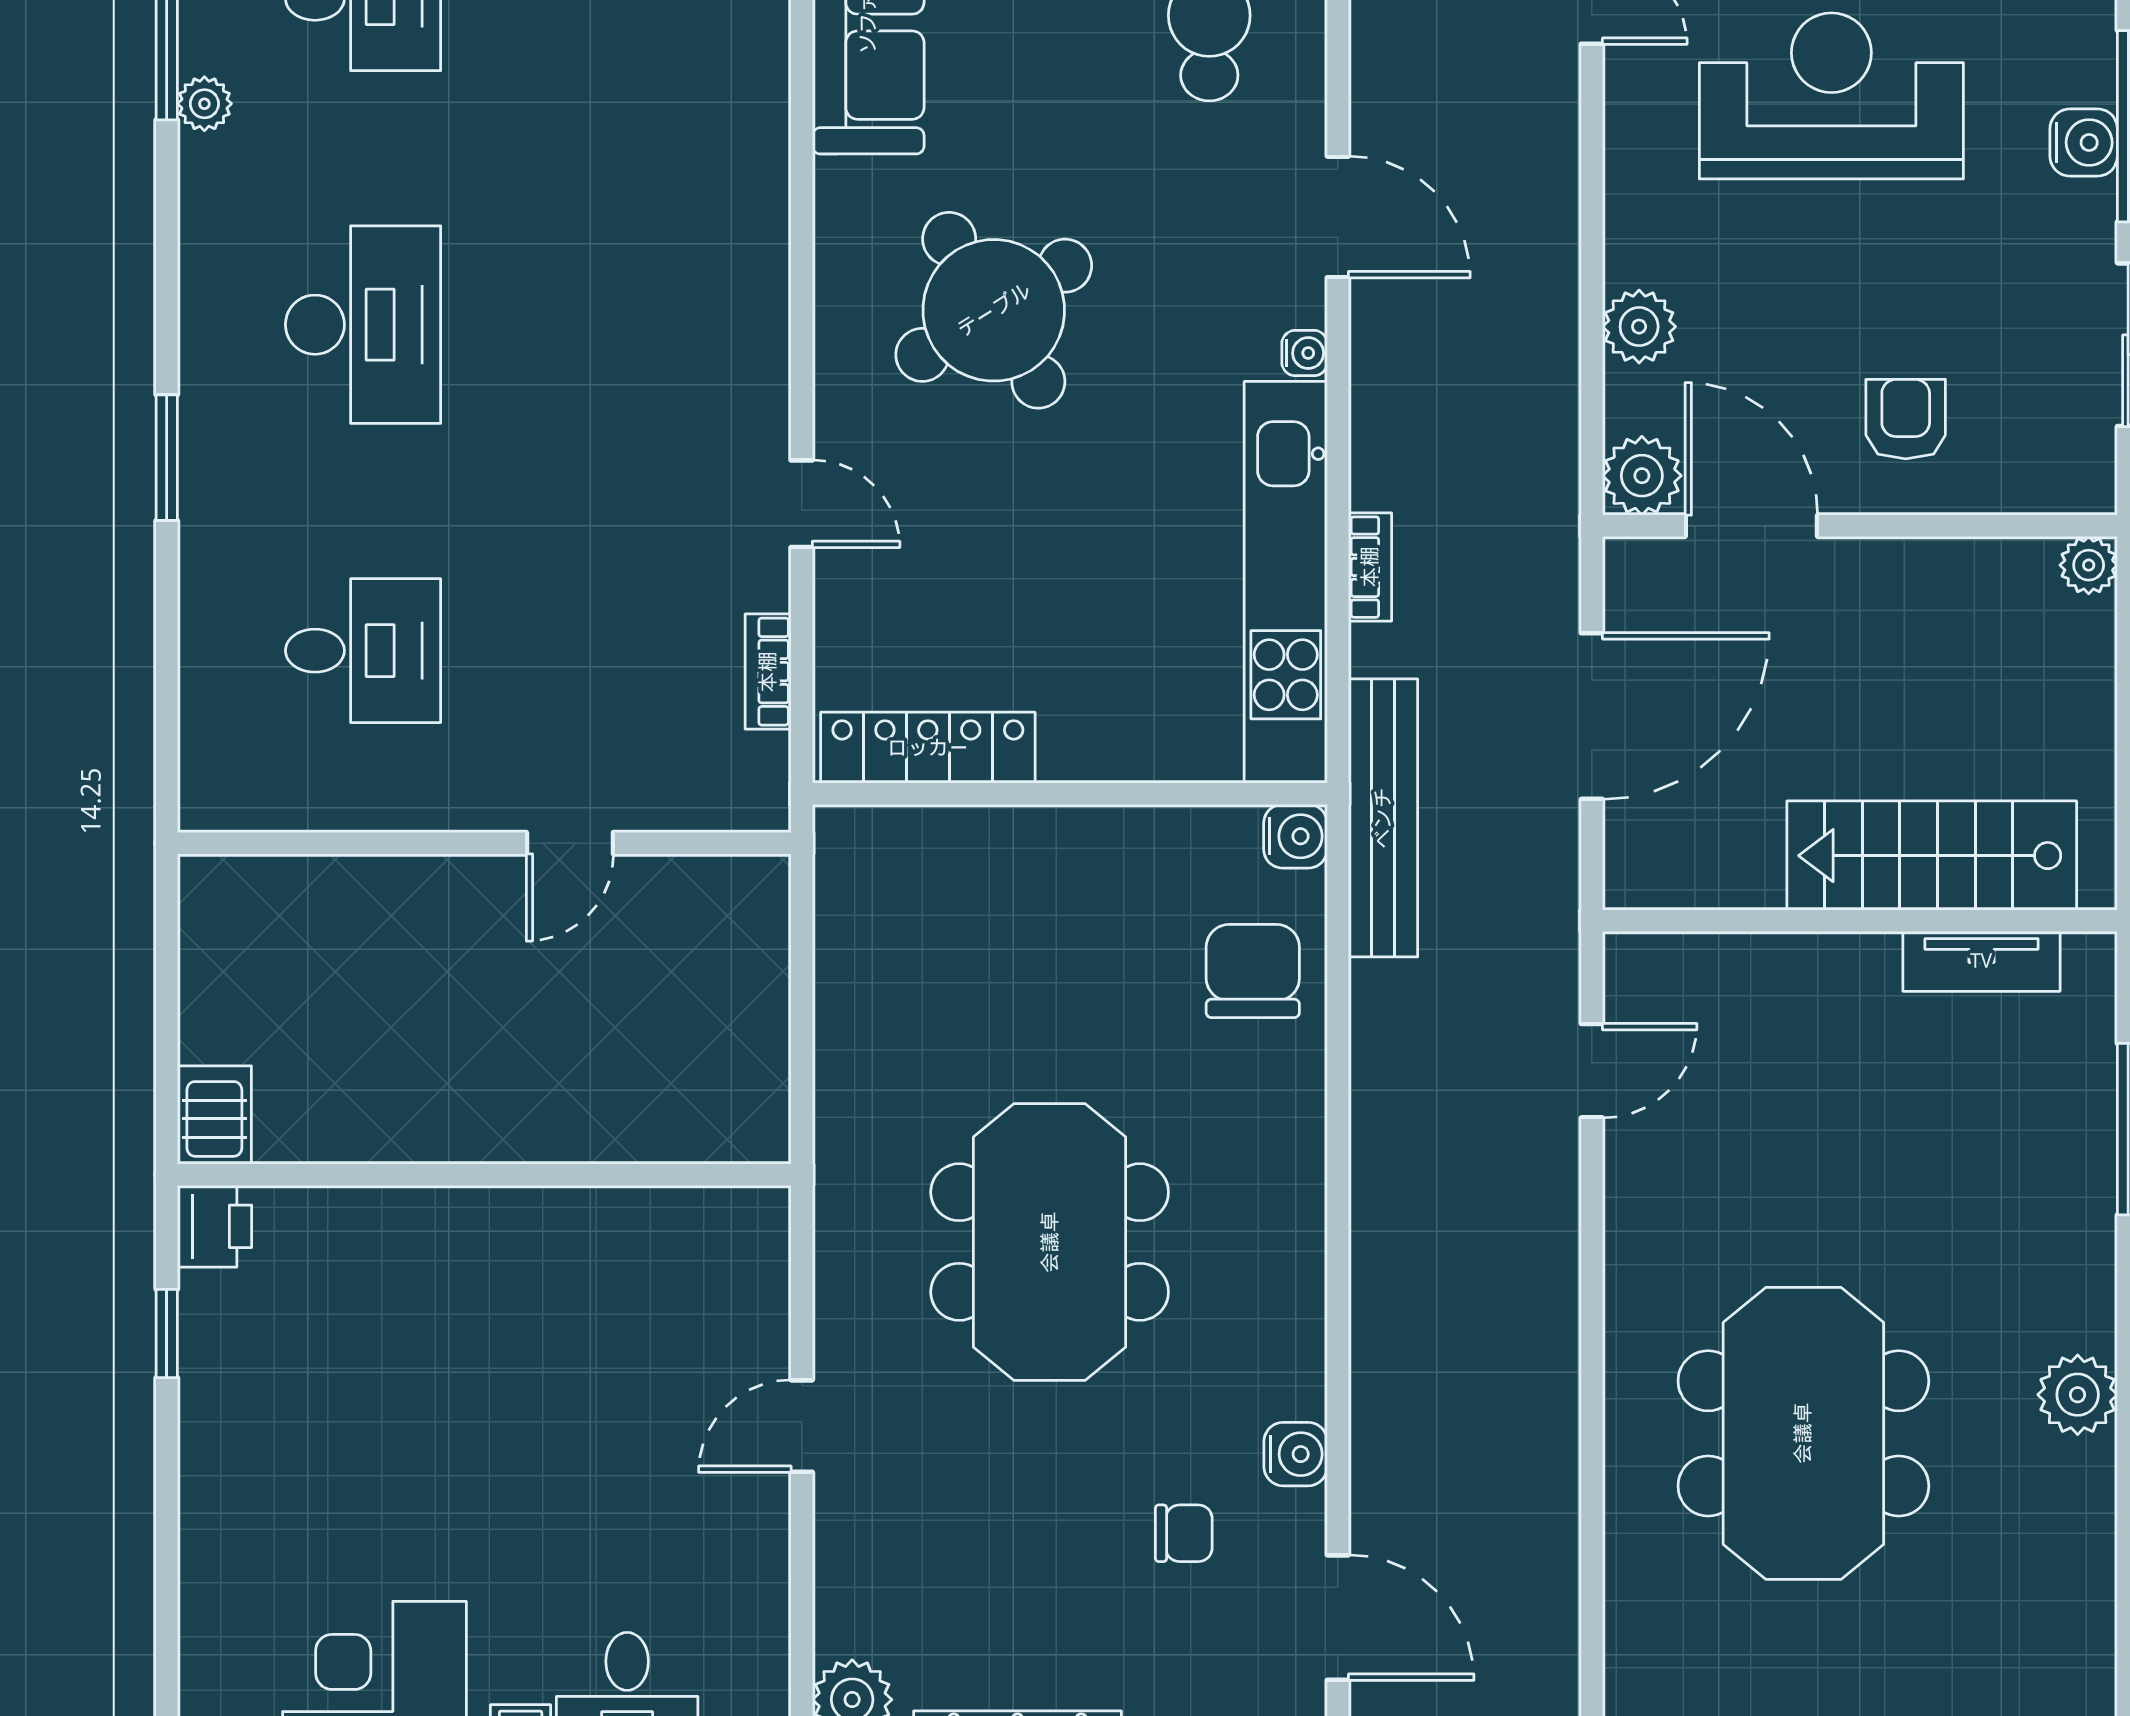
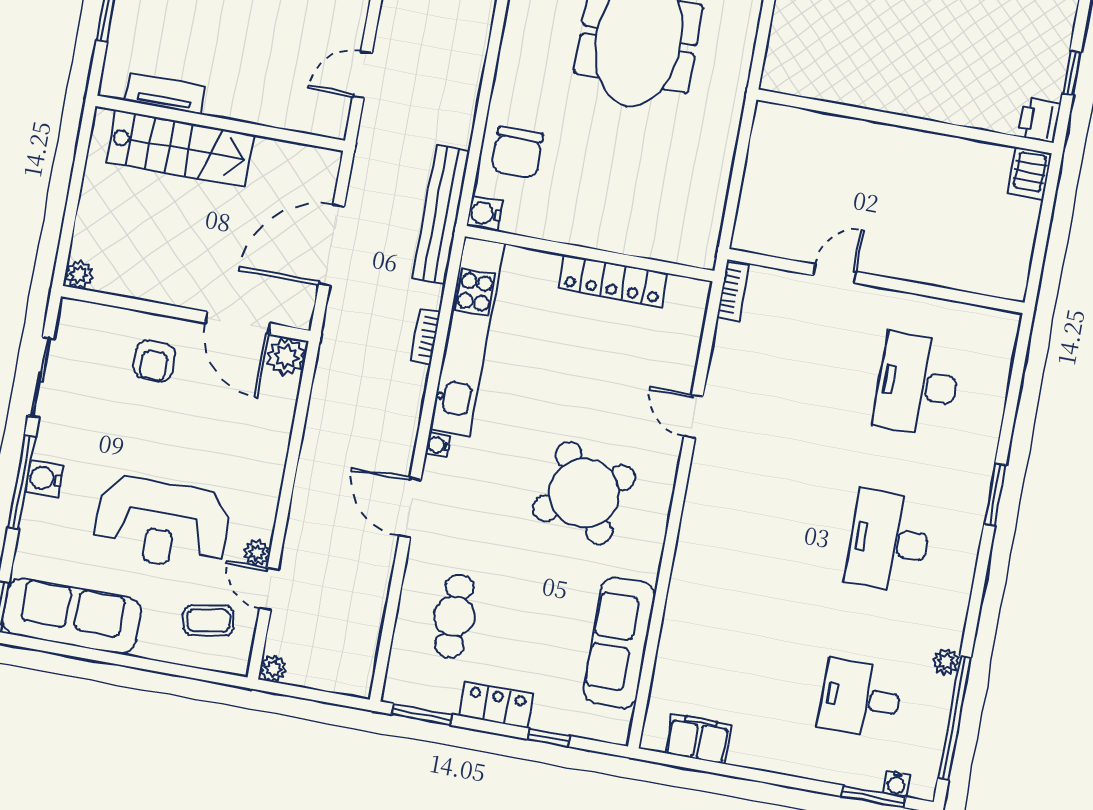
plant: (1639, 327) -> (257, 553), moved, width x0.73, depth x0.73
desk: (363, 651) -> (917, 384), width x1.37
bookcase: (768, 672) -> (733, 292), moved
locker: (928, 748) -> (613, 281), moved

